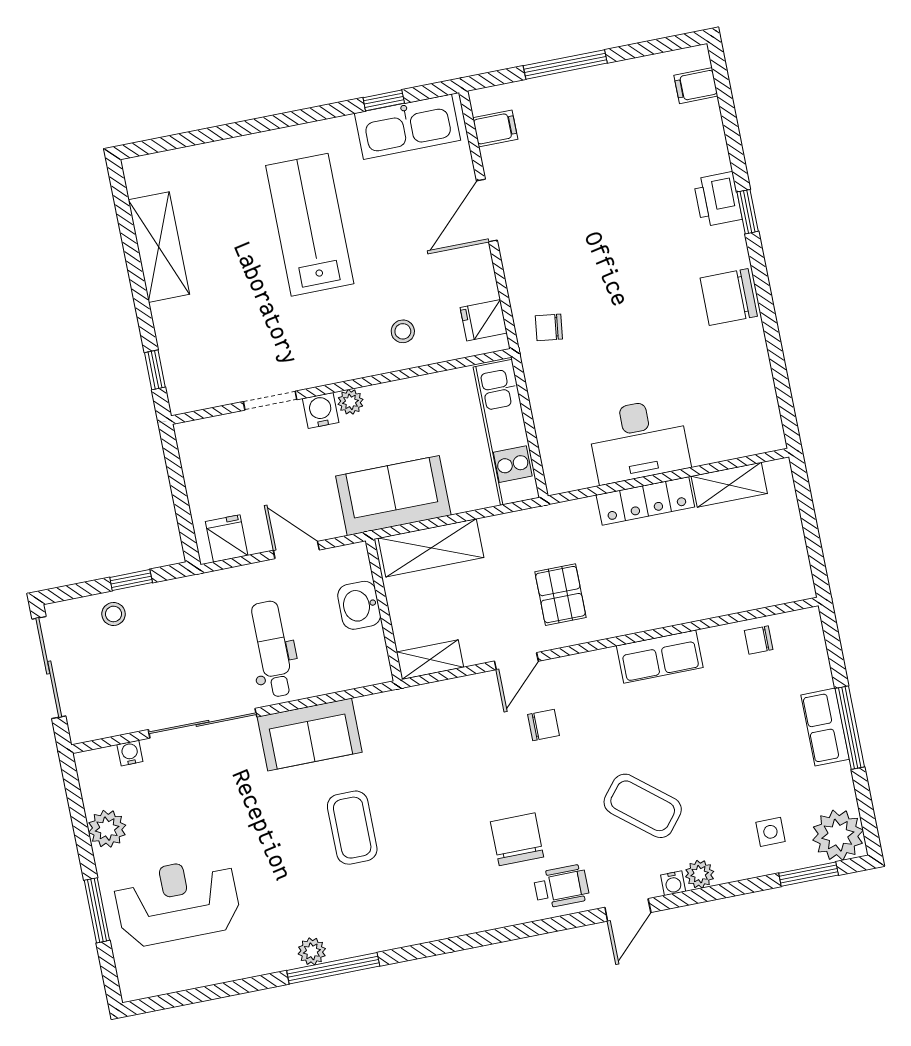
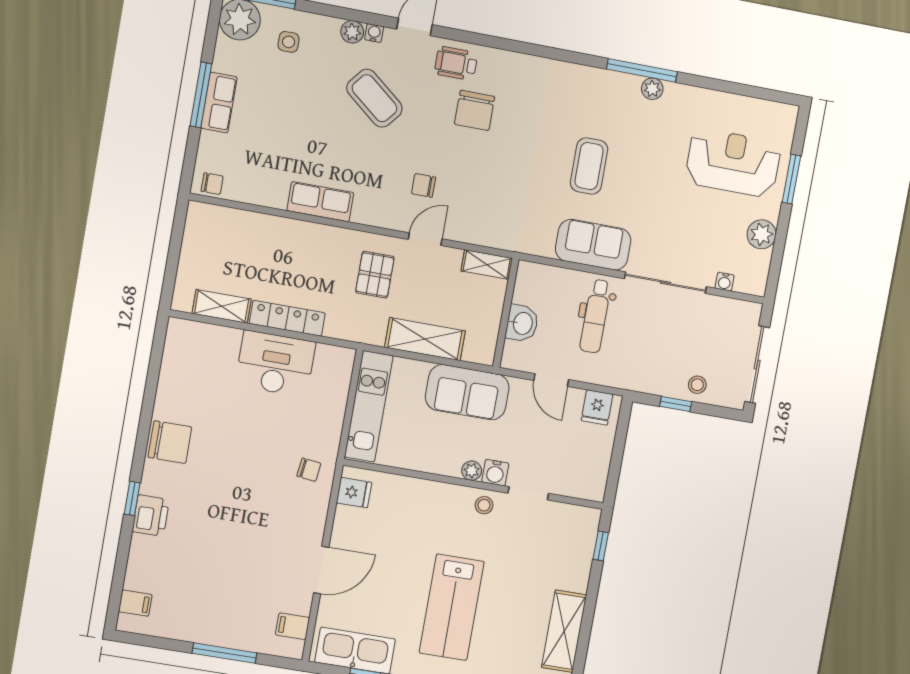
stool: (403, 331) -> (484, 505), moved
shelving: (431, 548) -> (425, 339), moved
chair: (759, 640) -> (212, 184), moved
reception desk: (177, 902) -> (733, 163), turned 180

